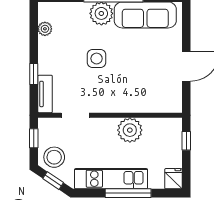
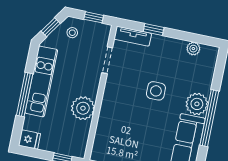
stool: (54, 157) -> (72, 33), width x0.53, depth x0.53

